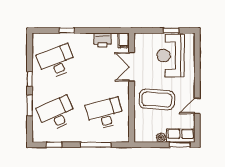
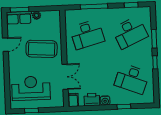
water cooler: (88, 38) -> (105, 101), added
reception desk: (171, 56) -> (31, 88), turned -90
desk: (57, 62) -> (132, 79), turned 42

